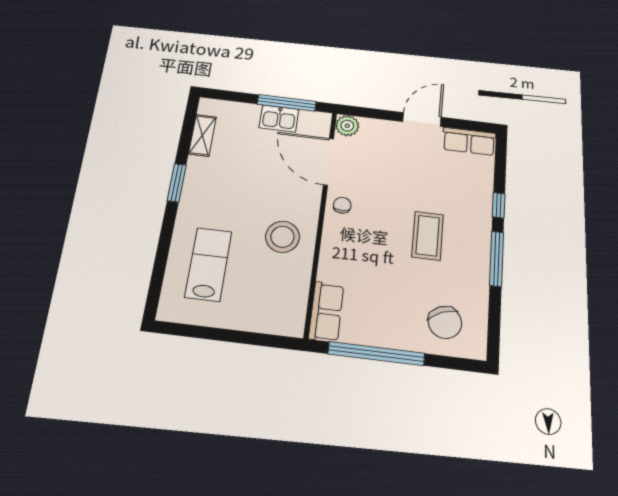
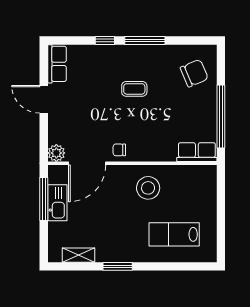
kitchen sink: (279, 118) -> (57, 203), width x1.38
coffee table: (428, 236) -> (134, 89), width x0.73, depth x0.77

